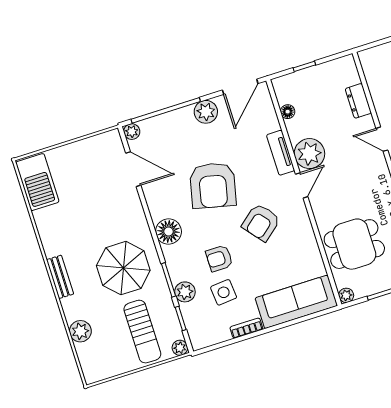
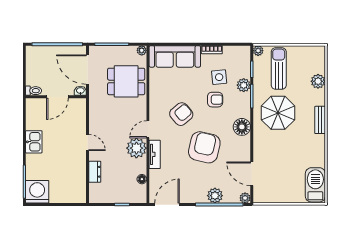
plant: (206, 112) -> (215, 196), moved

